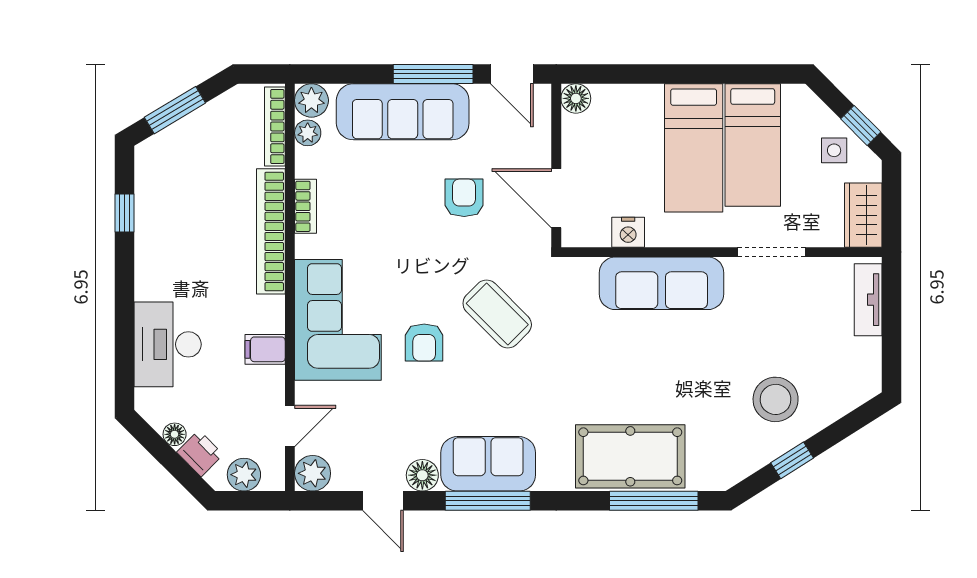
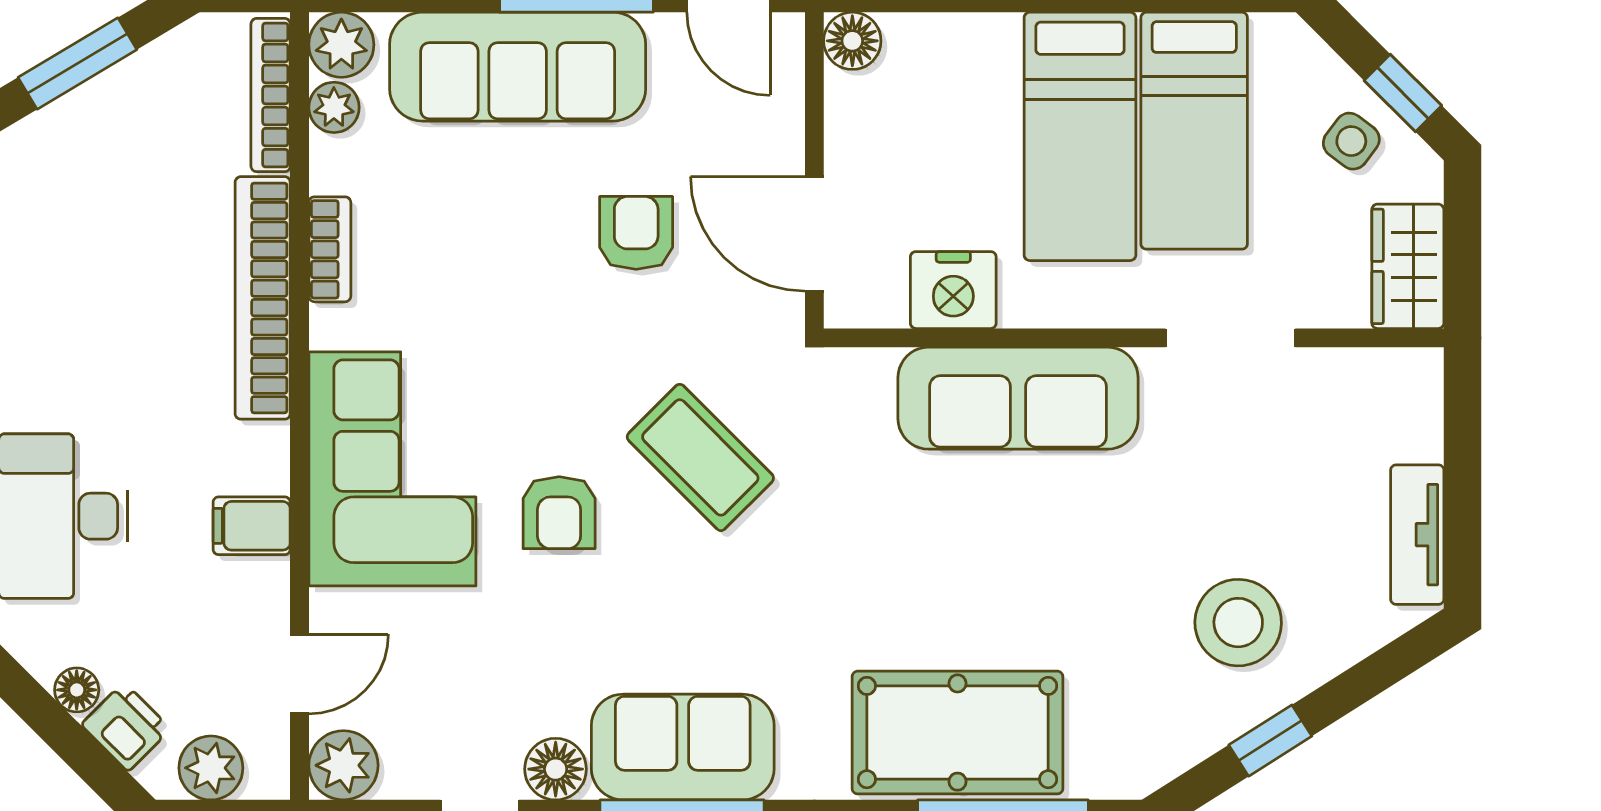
side table: (834, 150) -> (1351, 141), turned 37
nightstand: (628, 232) -> (953, 290), width x1.36, depth x1.33
tv unit: (868, 300) -> (1417, 535), moved

